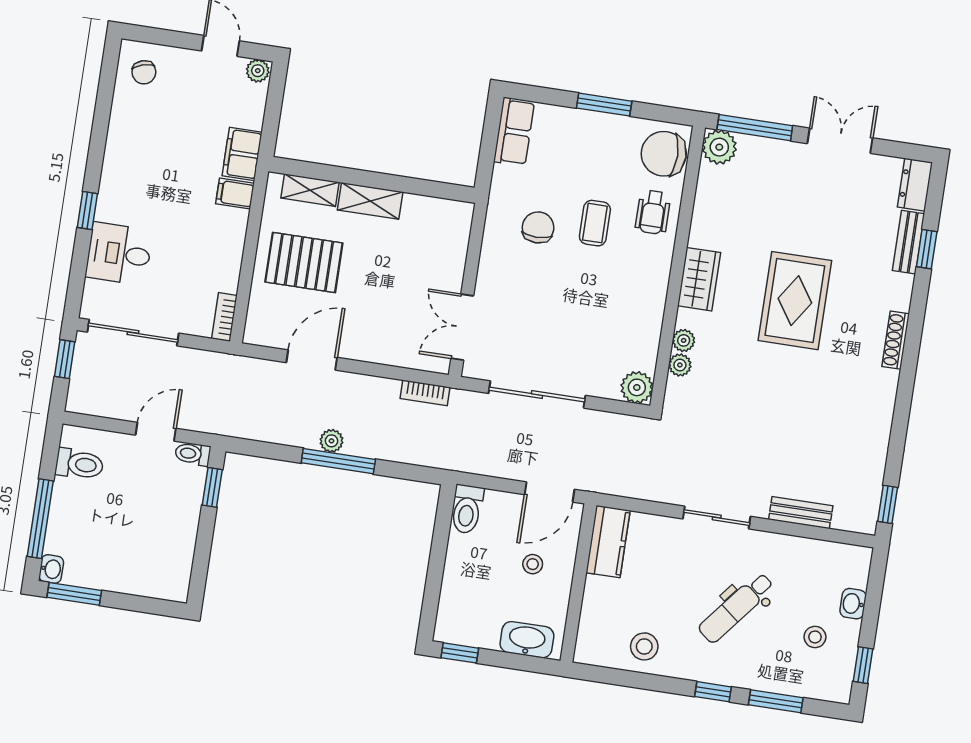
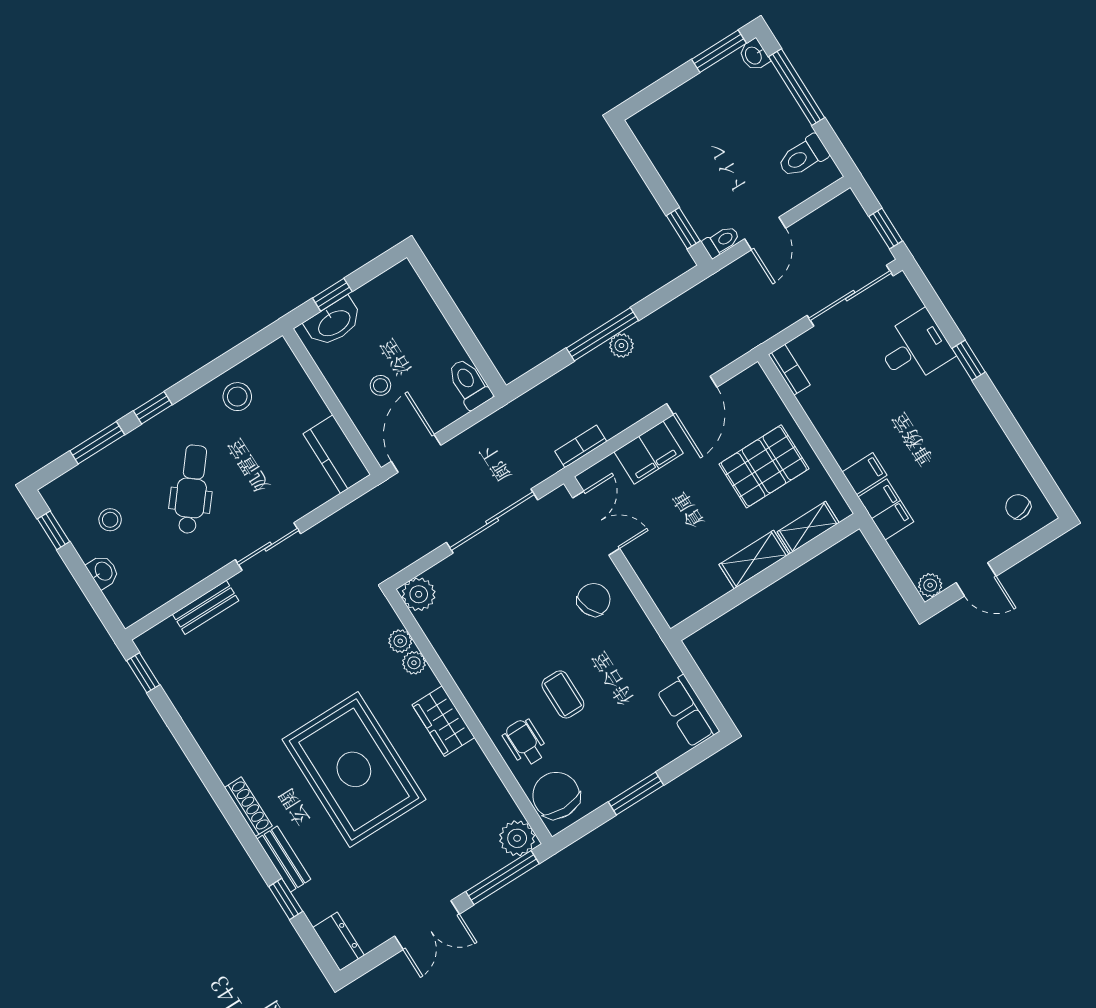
chair: (664, 154) -> (556, 795), turned -90
chair: (538, 227) -> (594, 600), moved, turned -114
bench: (908, 242) -> (284, 859), moved
rug: (795, 301) -> (354, 769), width x1.37, depth x1.44
filing cabinet: (379, 346) -> (649, 453), added
window: (460, 653) -> (332, 295), moved

